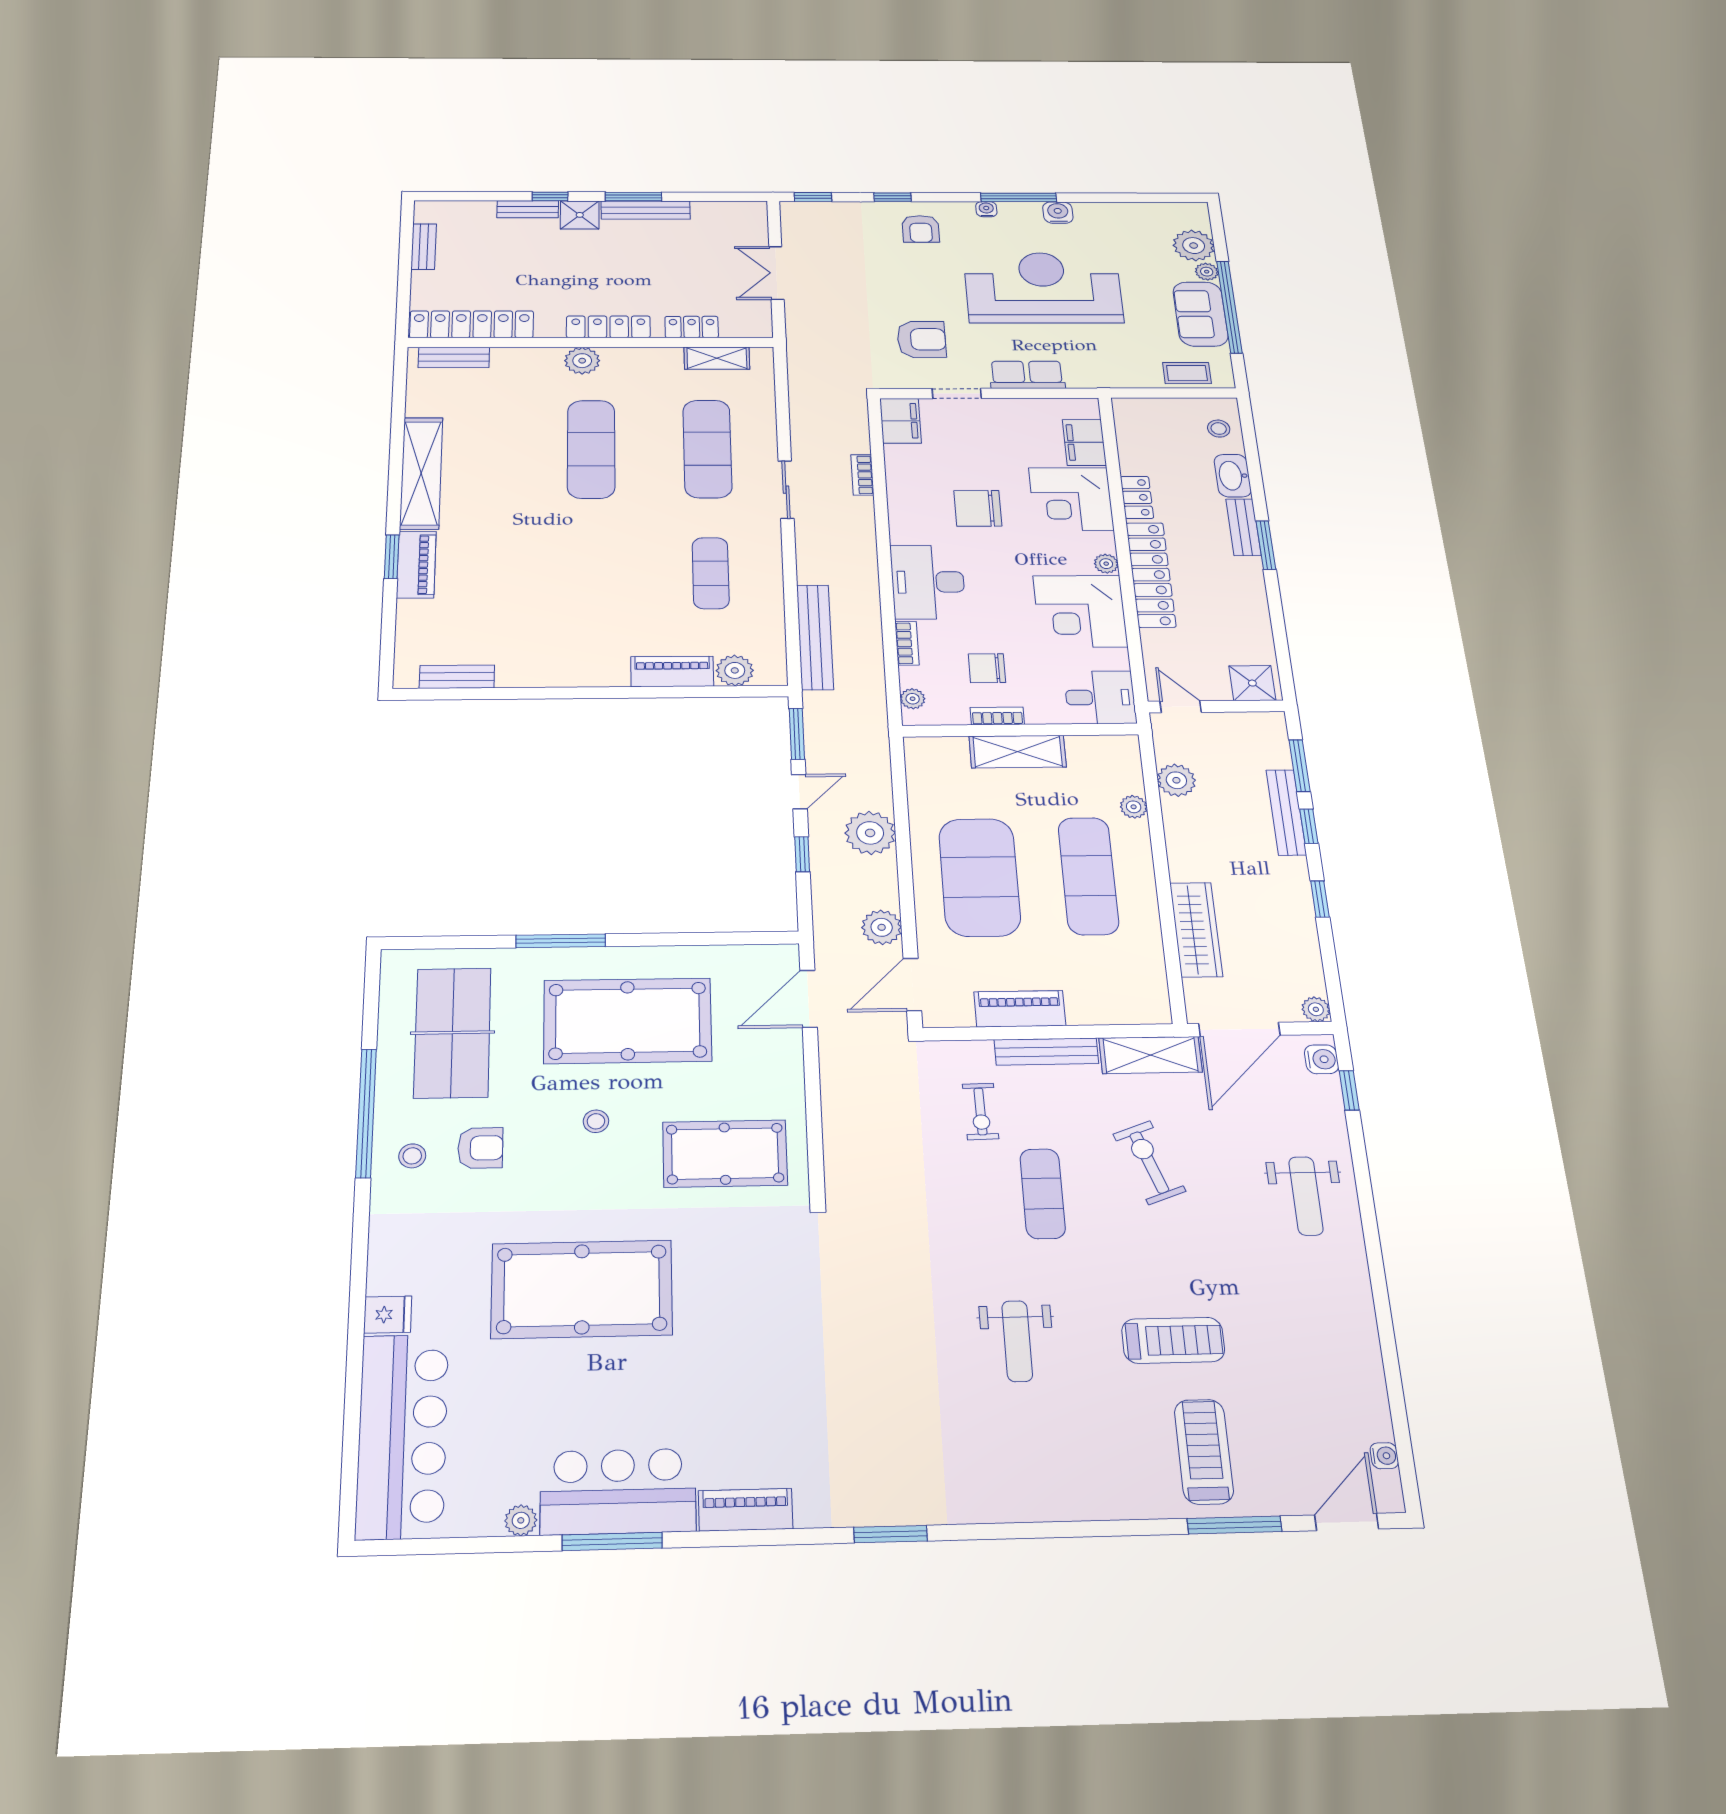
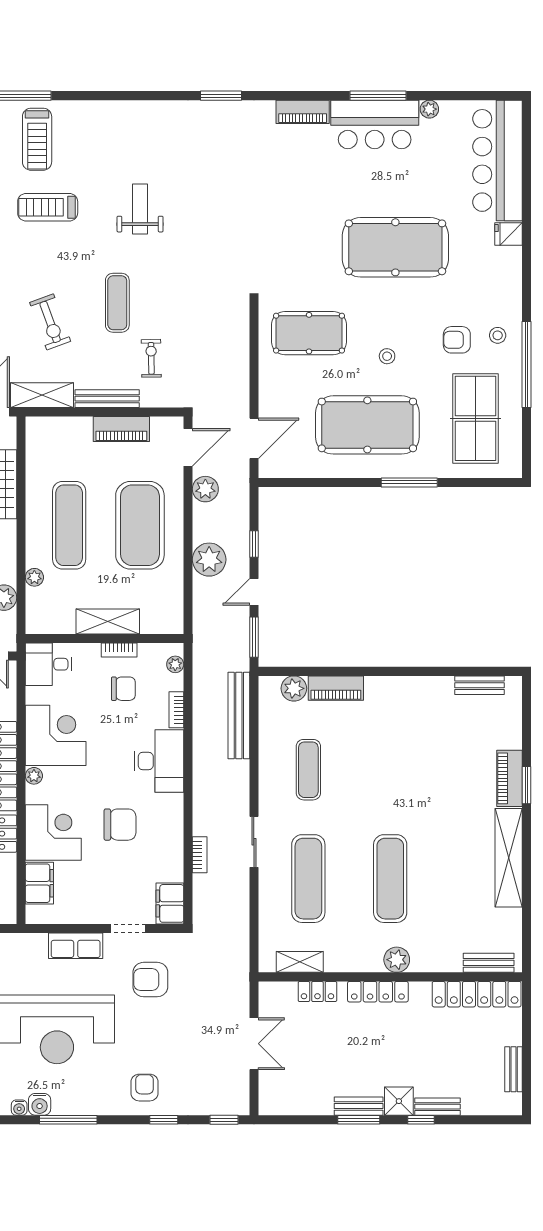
water cooler: (986, 209) -> (19, 1108), moved
bench: (646, 210) -> (359, 1106), width x0.73

